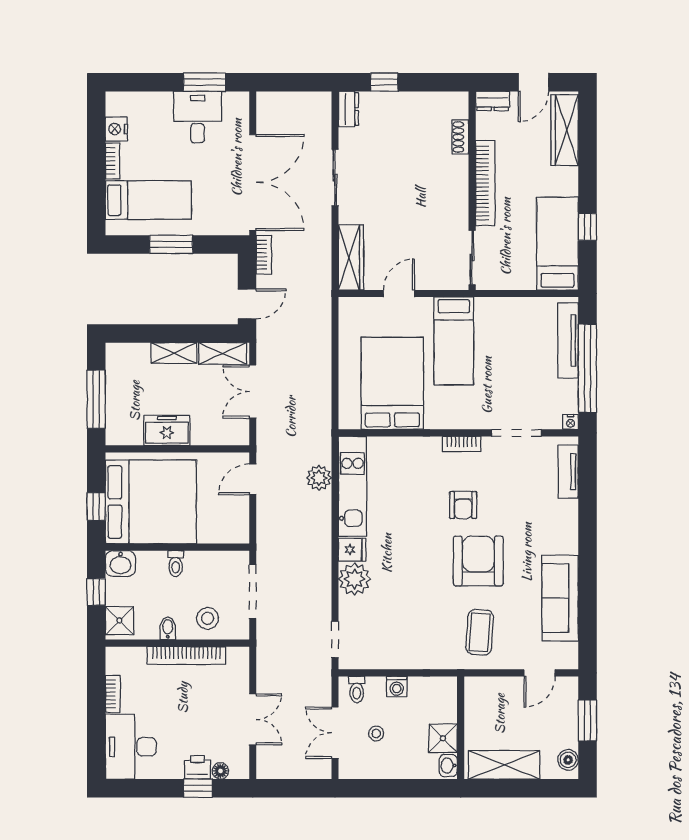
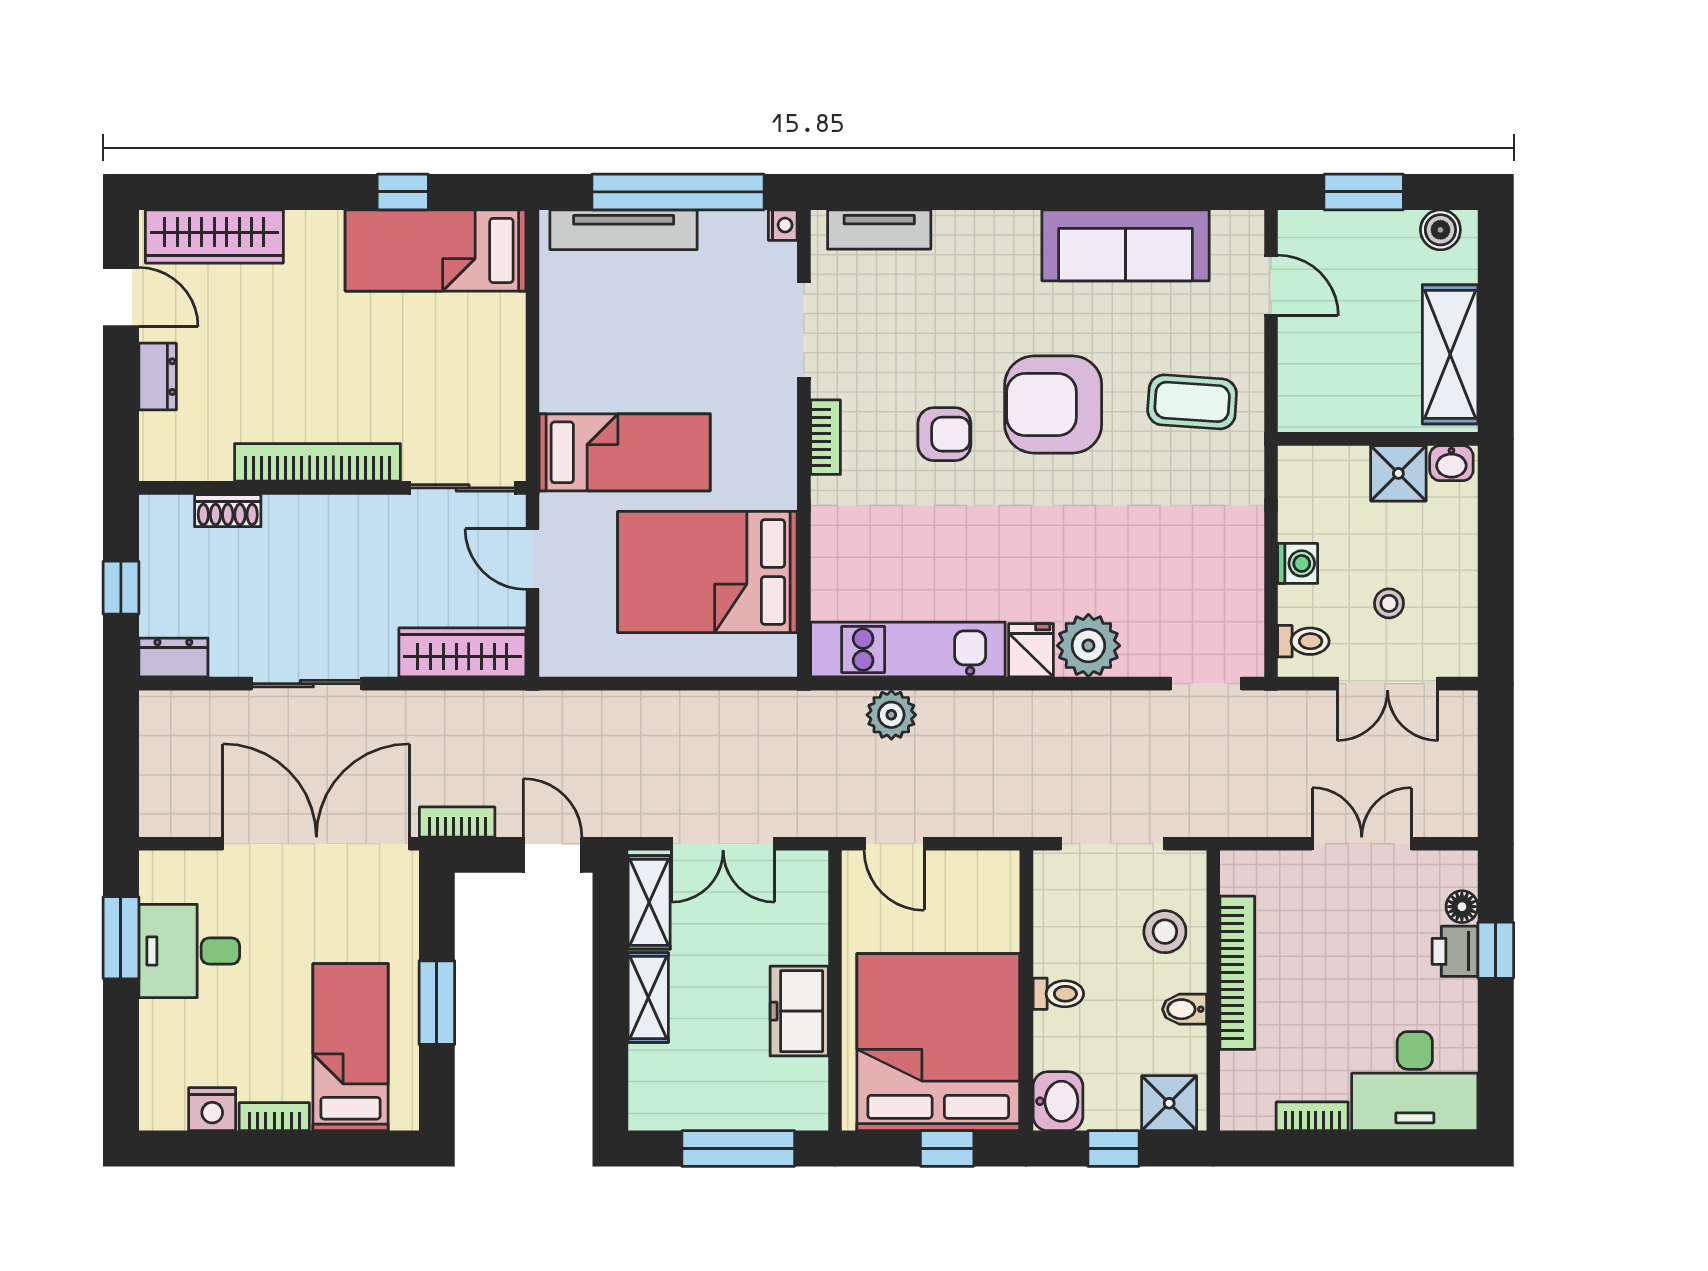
shoe rack: (460, 137) -> (228, 511), moved
bookcase: (485, 183) -> (317, 462), moved
wall: (472, 191) -> (332, 488), moved
sliding door: (472, 258) -> (463, 488), moved

